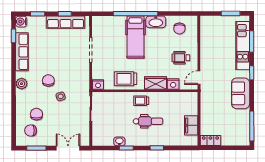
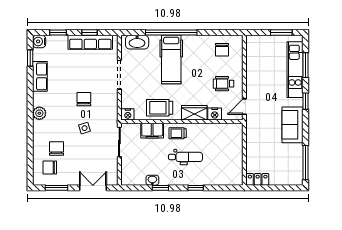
washbasin: (156, 22) -> (137, 42), moved
row of seats: (22, 52) -> (40, 76), width x0.68
chair: (48, 81) -> (84, 99), moved
filing cabinet: (191, 125) -> (152, 131), moved, turned -90

